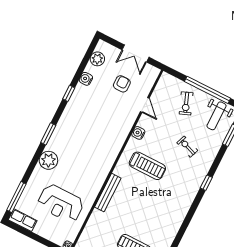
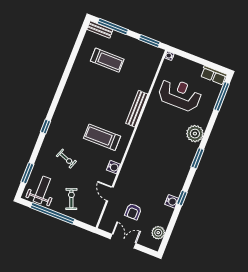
water cooler: (86, 79) -> (172, 201), moved

